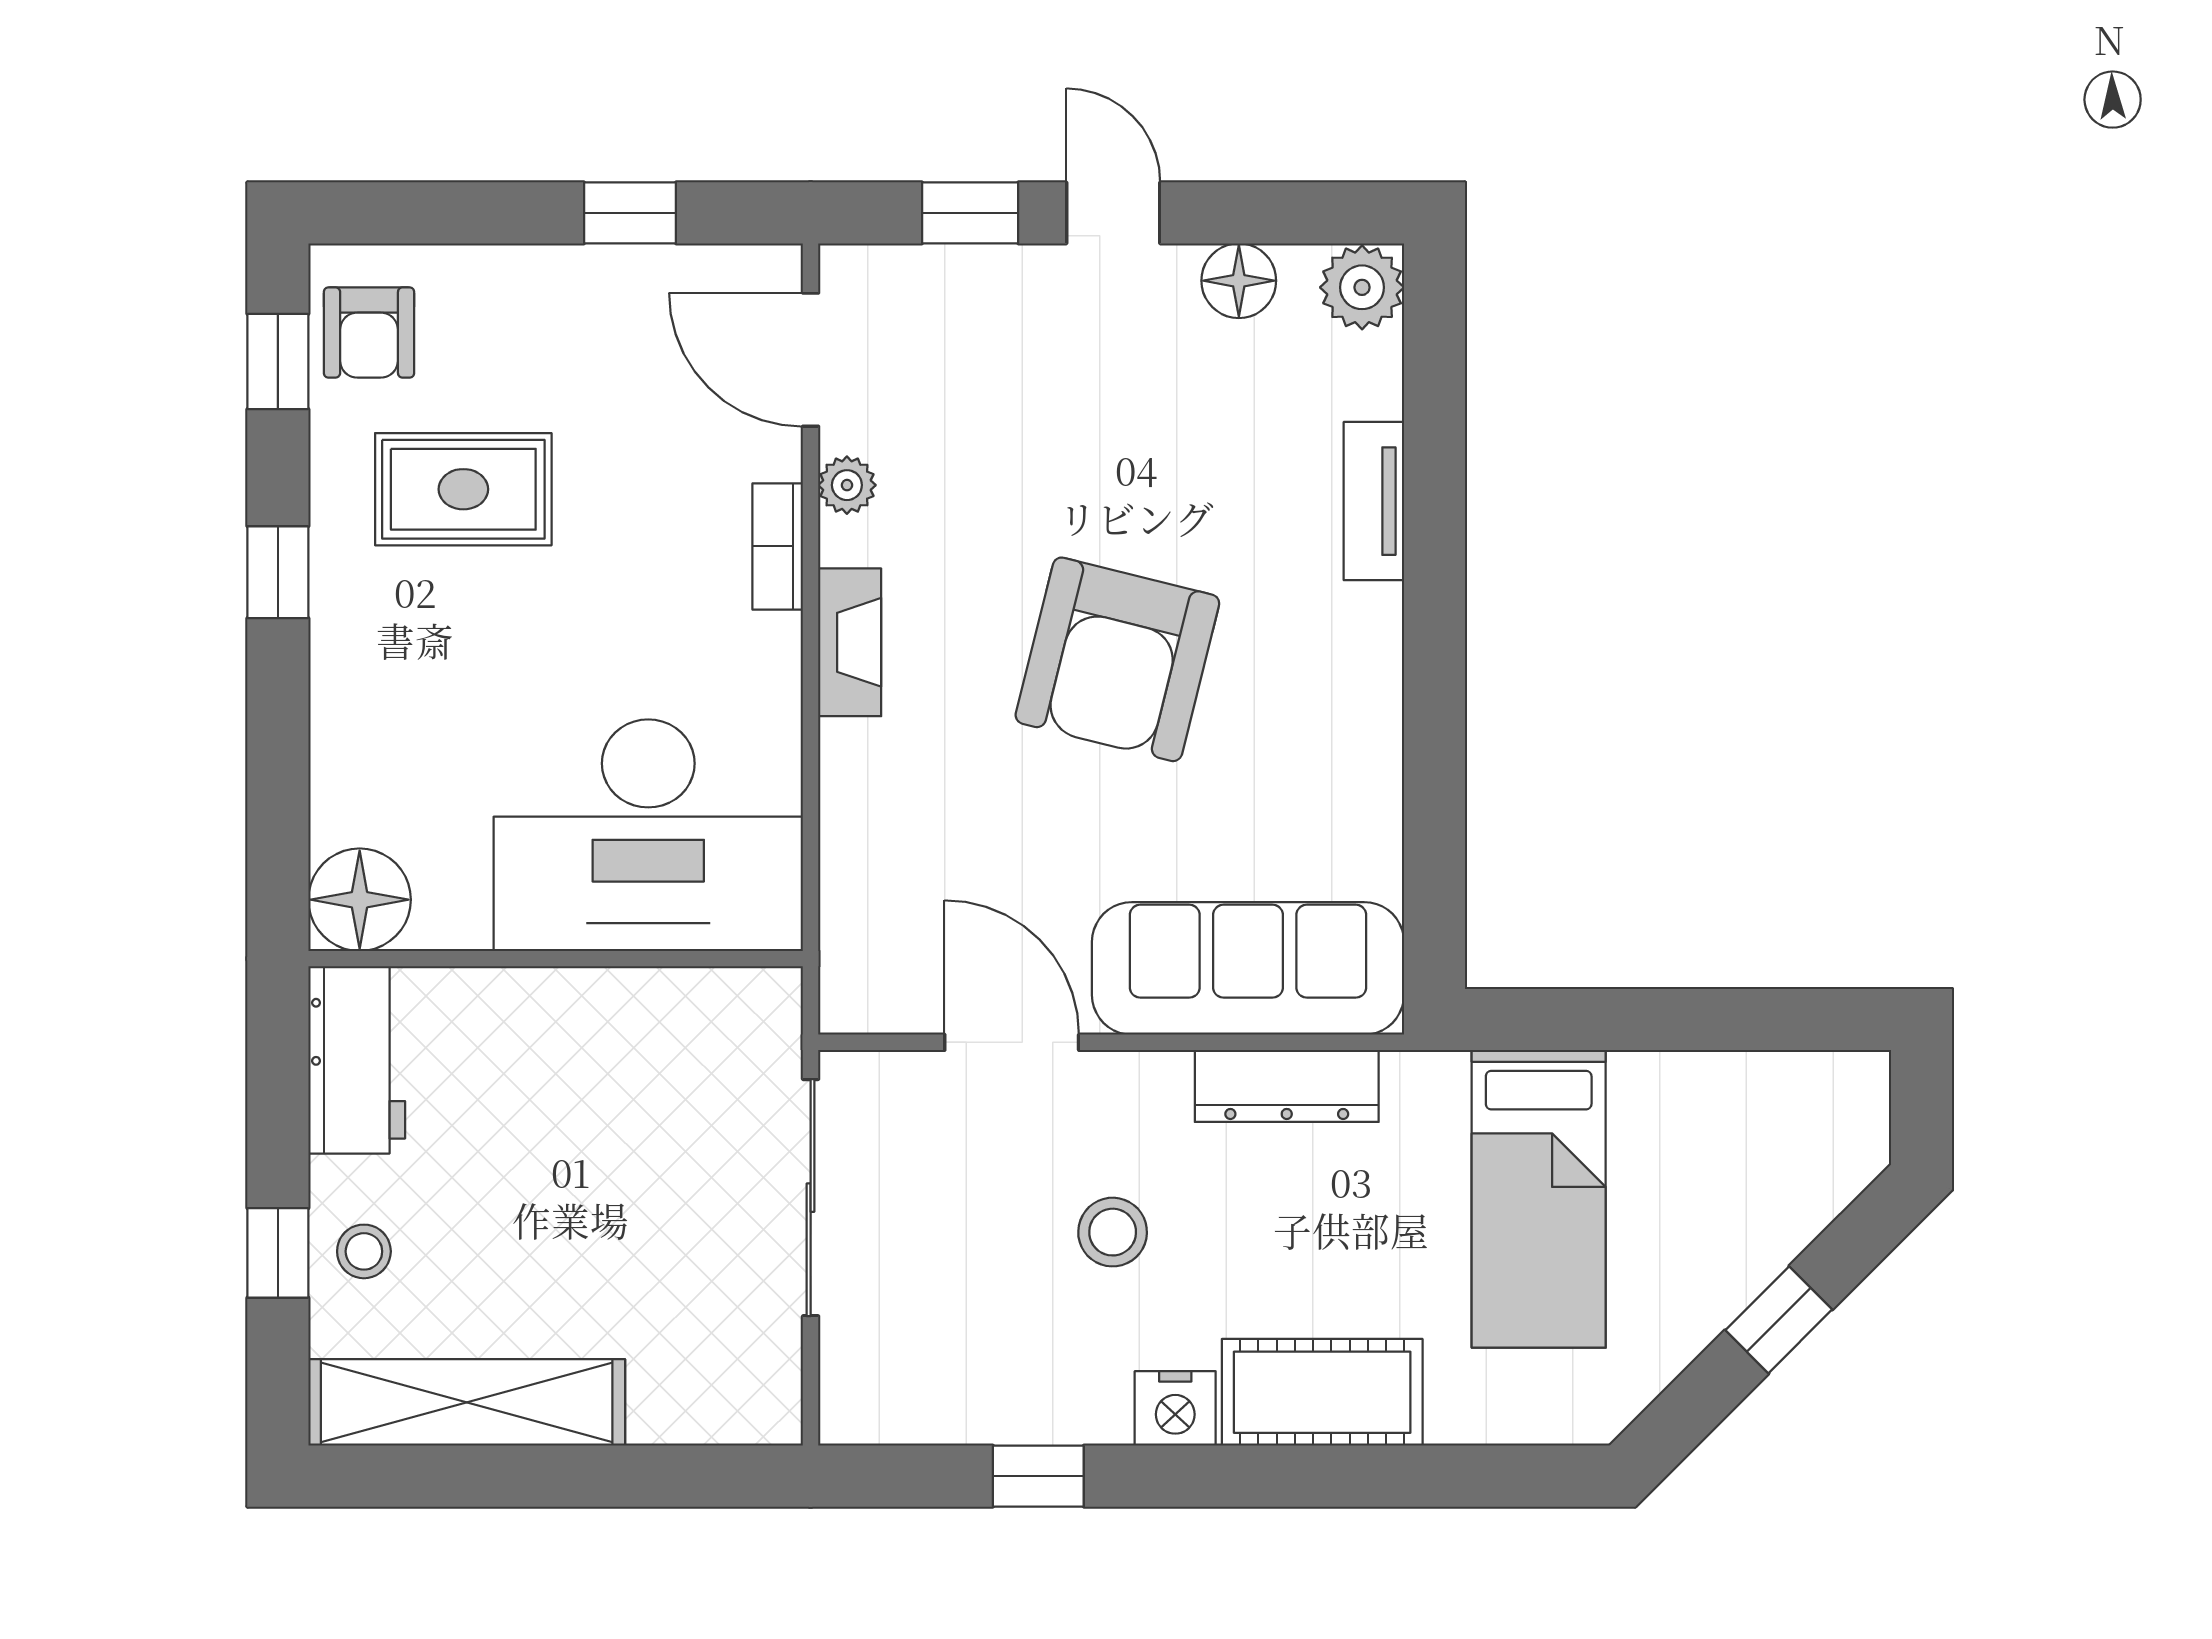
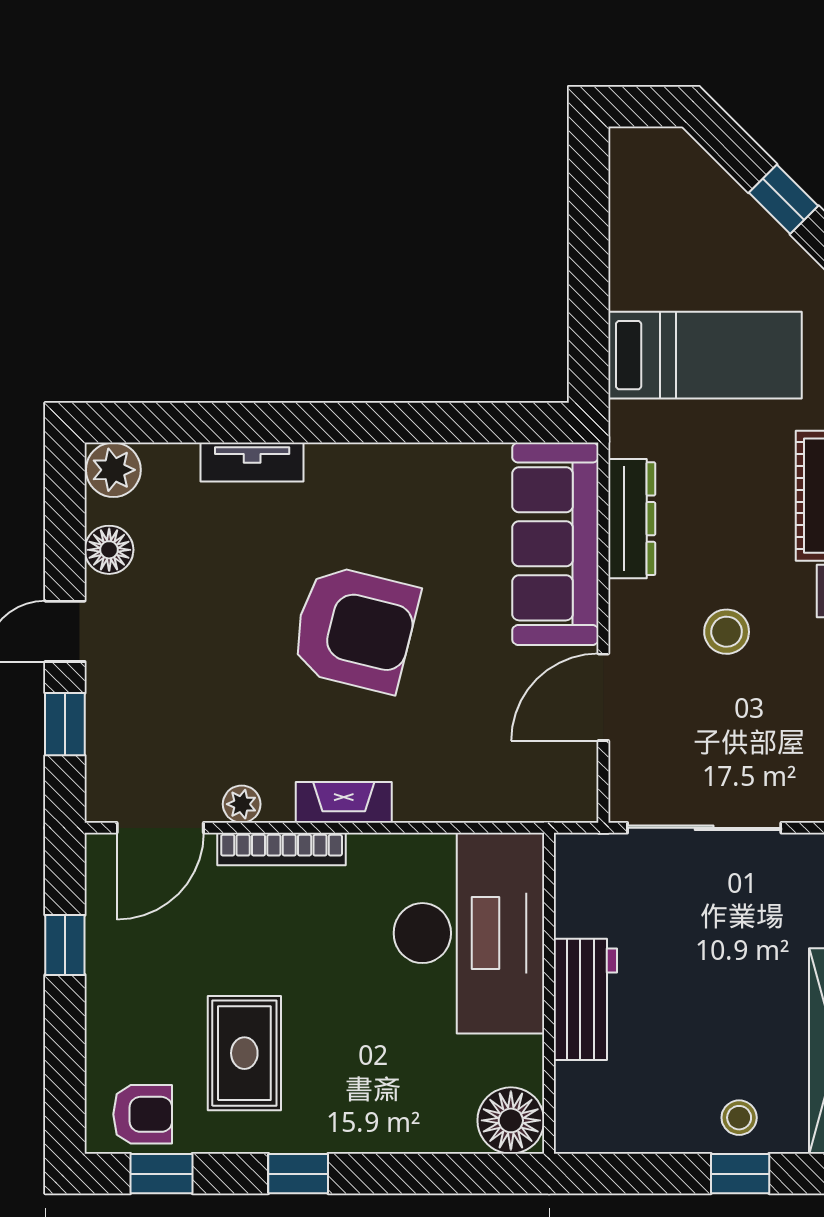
bookcase: (778, 546) -> (282, 849), width x1.56
workbench: (357, 1060) -> (585, 999), moved, turned 90

